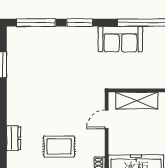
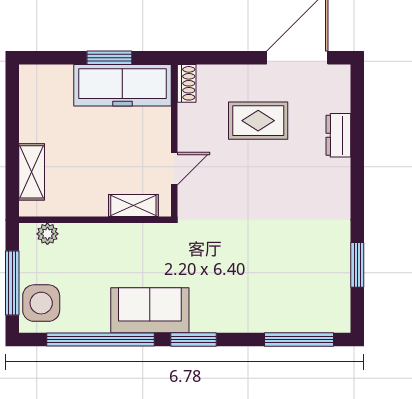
window: (80, 23) -> (194, 339), moved
shelving: (137, 101) -> (133, 205), width x0.67, depth x0.75

